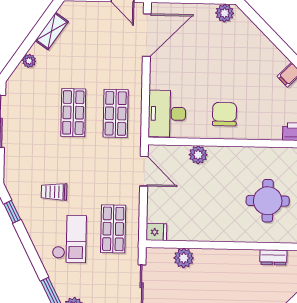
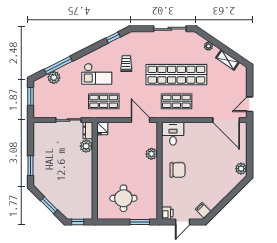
shop shelf: (73, 113) -> (176, 75), width x2.00, depth x1.36
desk: (167, 114) -> (173, 134), width x0.73
door: (144, 171) -> (140, 120), swing flipped
dresser: (273, 257) -> (88, 131), moved

